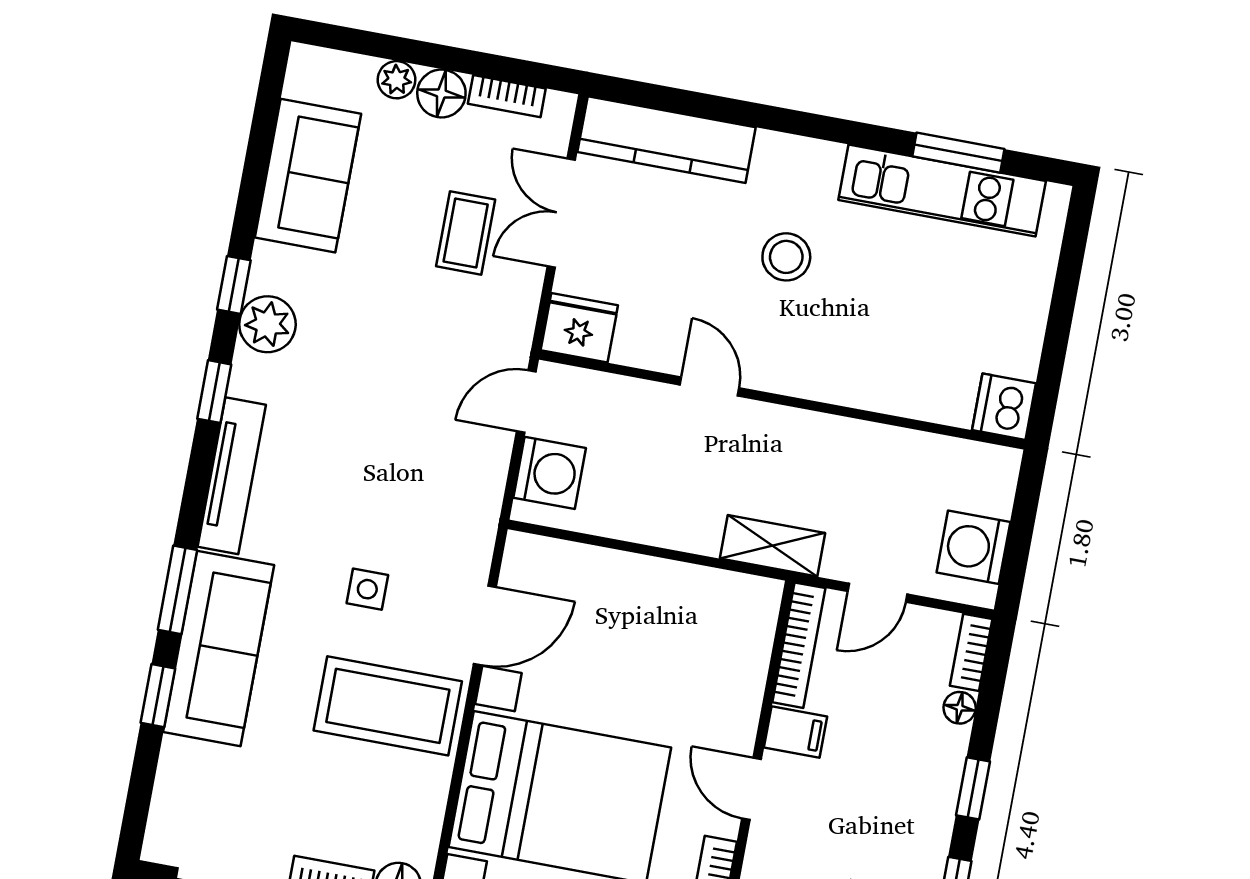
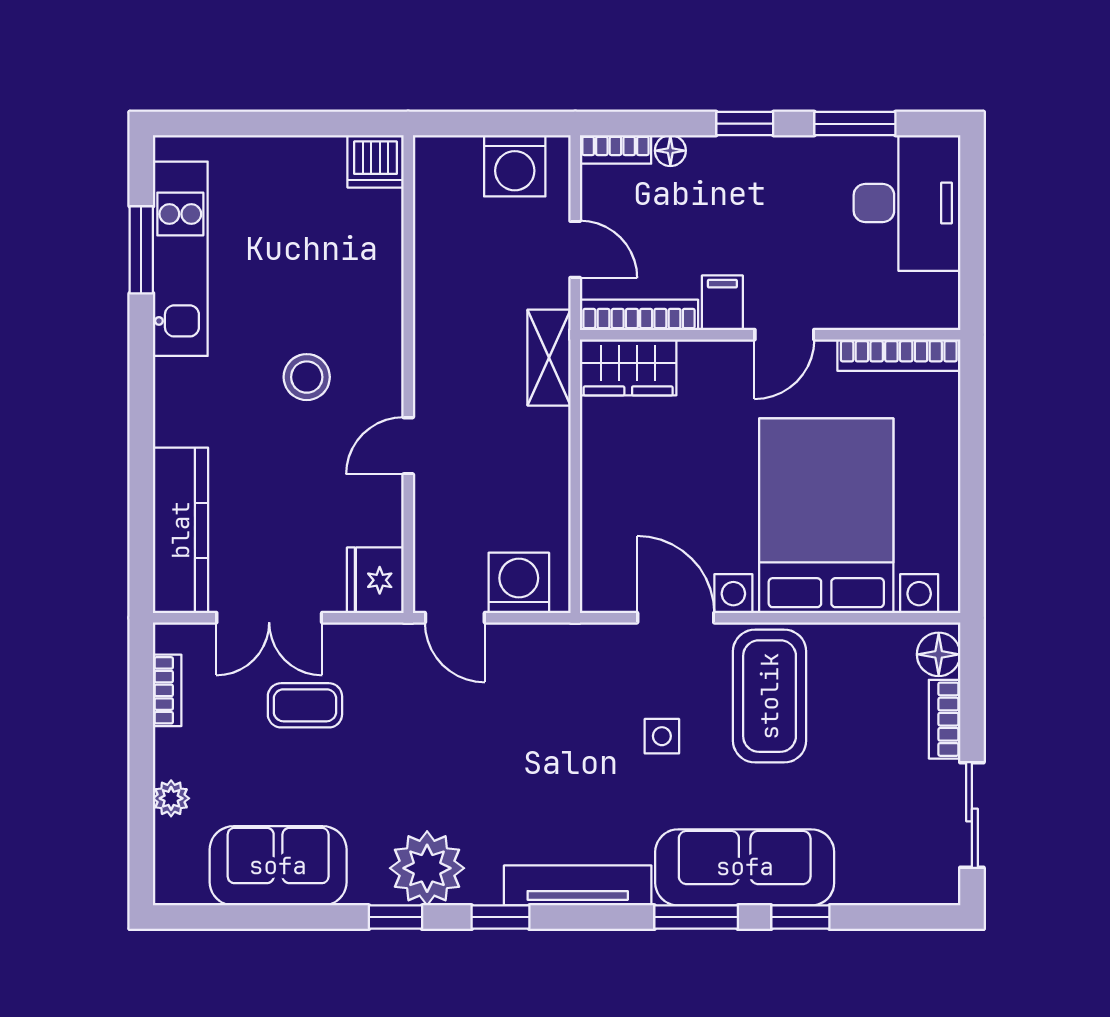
floor lamp: (441, 93) -> (176, 753), removed
stool: (786, 257) -> (307, 377), moved
plant: (267, 324) -> (427, 868), width x1.36, depth x1.36
wardrobe: (748, 624) -> (628, 367), added

